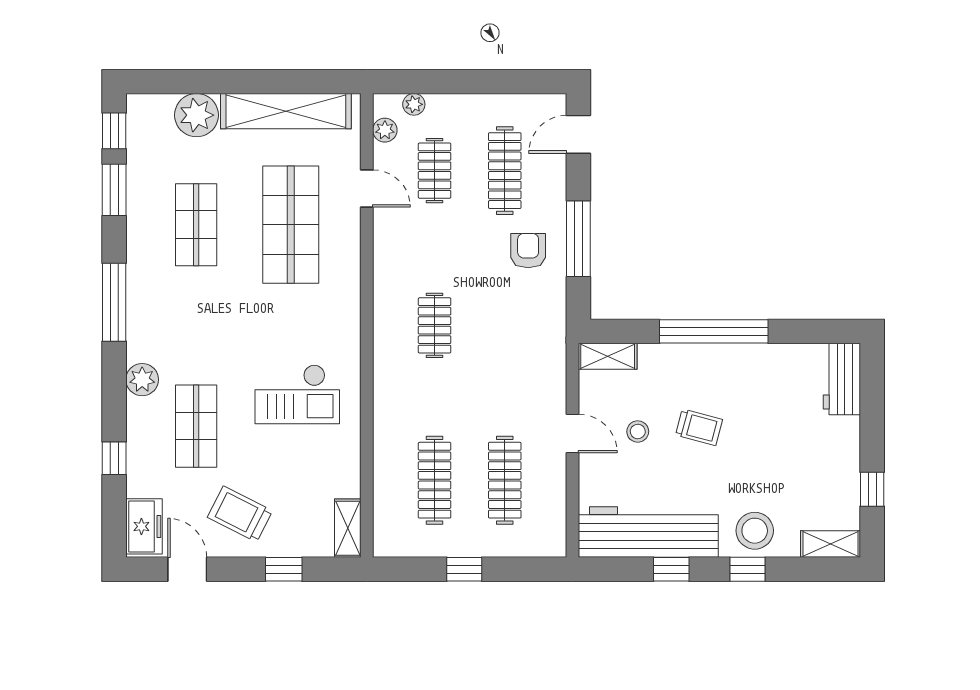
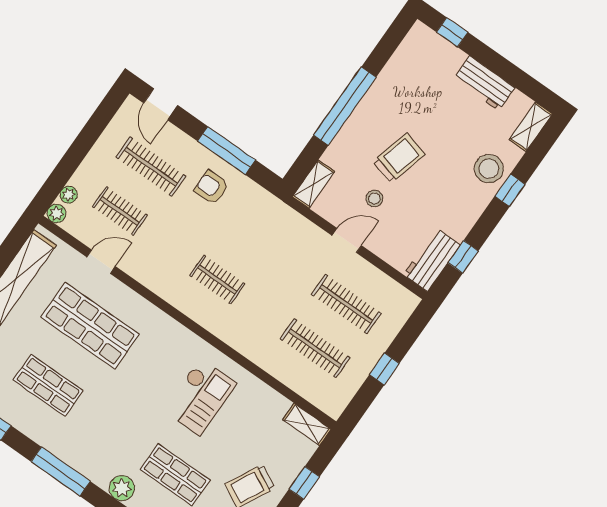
plant: (385, 130) -> (57, 213), moved
workbench: (842, 379) -> (484, 83), moved
trolley: (699, 427) -> (399, 158), width x1.36, depth x1.39
window: (872, 489) -> (452, 32), moved
workbench: (648, 532) -> (432, 260), width x0.53, depth x0.76
window: (671, 569) -> (463, 257), moved

